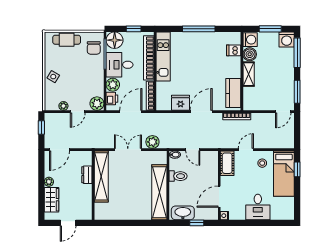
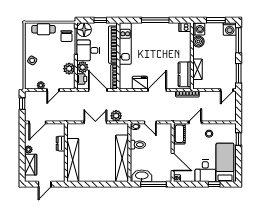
dishwasher: (234, 50) -> (185, 27), moved
shelving: (249, 74) -> (197, 69), moved
plant: (97, 104) -> (69, 69), moved
door: (131, 112) -> (98, 90), hinge flipped
bed: (284, 174) -> (225, 162), moved, turned 180
shelving: (101, 176) -> (73, 160), moved
door: (219, 197) -> (173, 162), swing flipped
window: (197, 223) -> (154, 184), width x2.17
window: (268, 223) -> (214, 184), added

